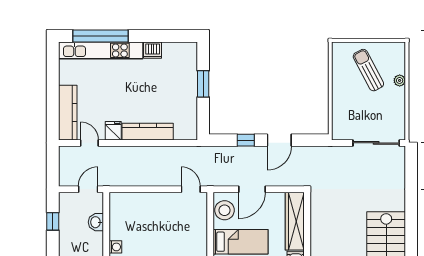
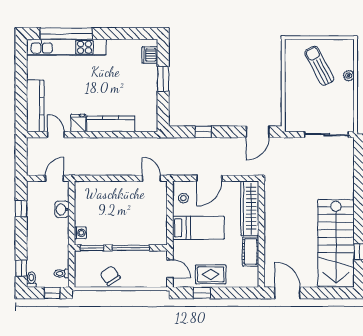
dishwasher: (153, 50) -> (150, 55), moved, turned 90
door: (279, 140) -> (258, 132), moved
stool: (225, 210) -> (183, 198), width x0.53, depth x0.53

